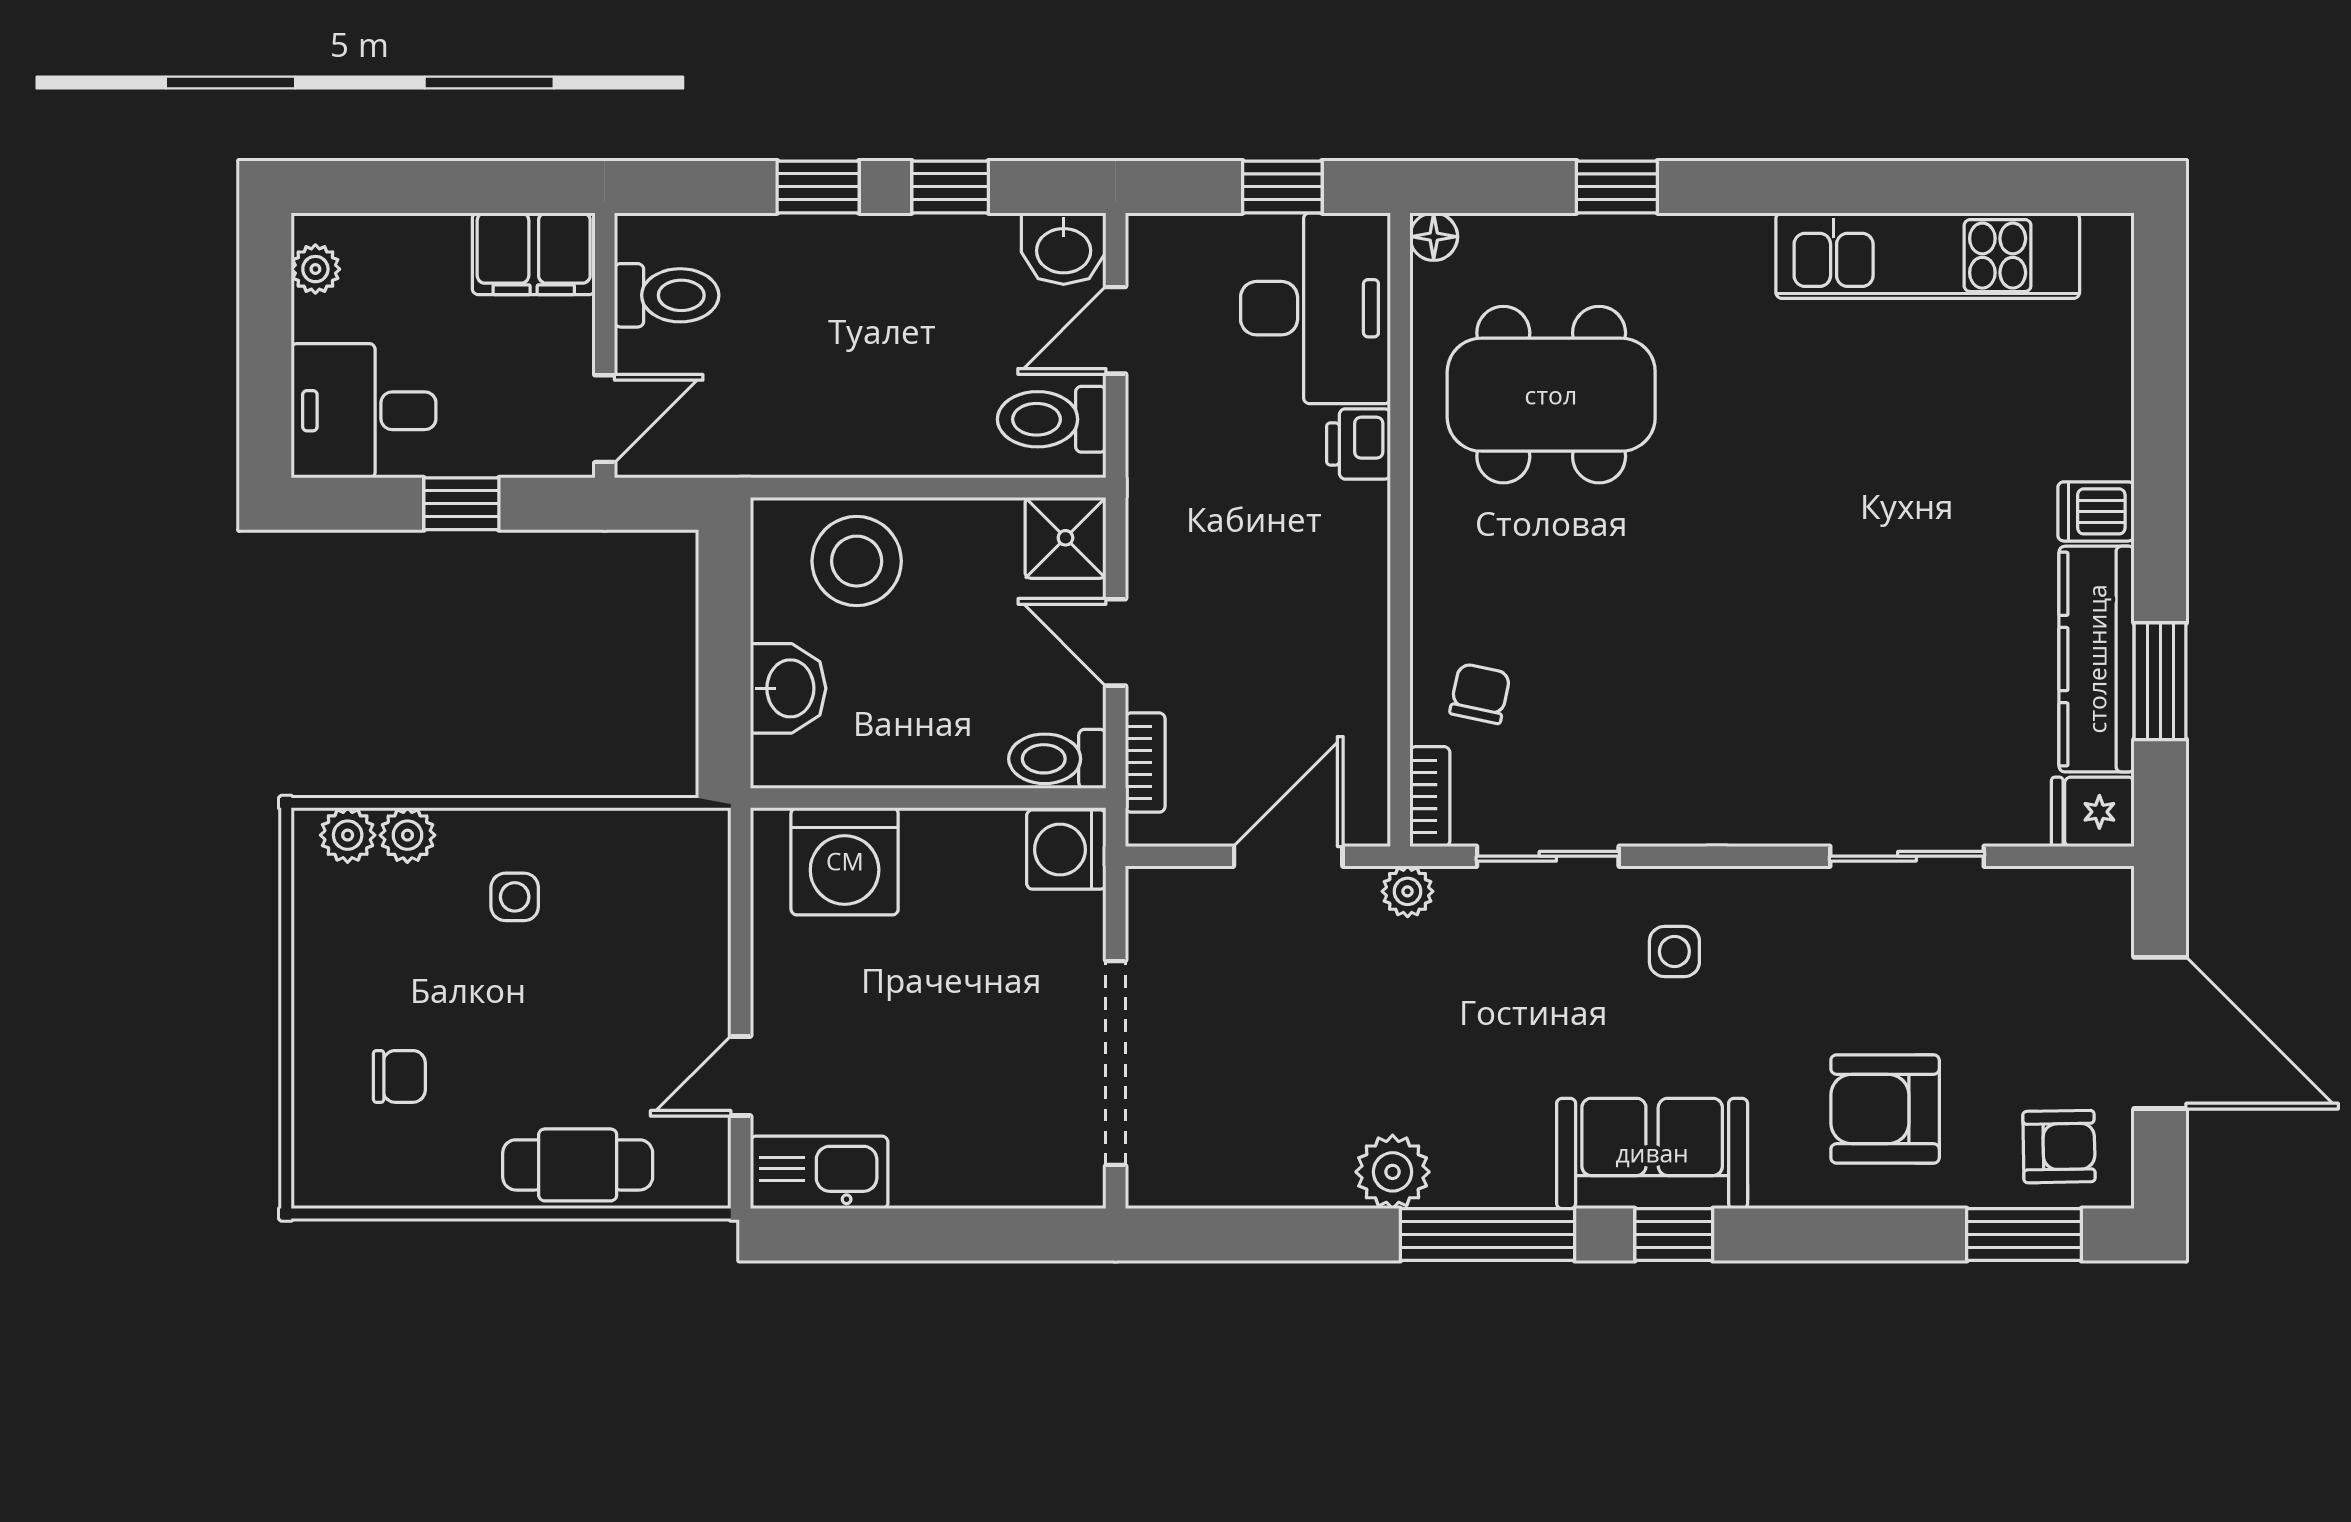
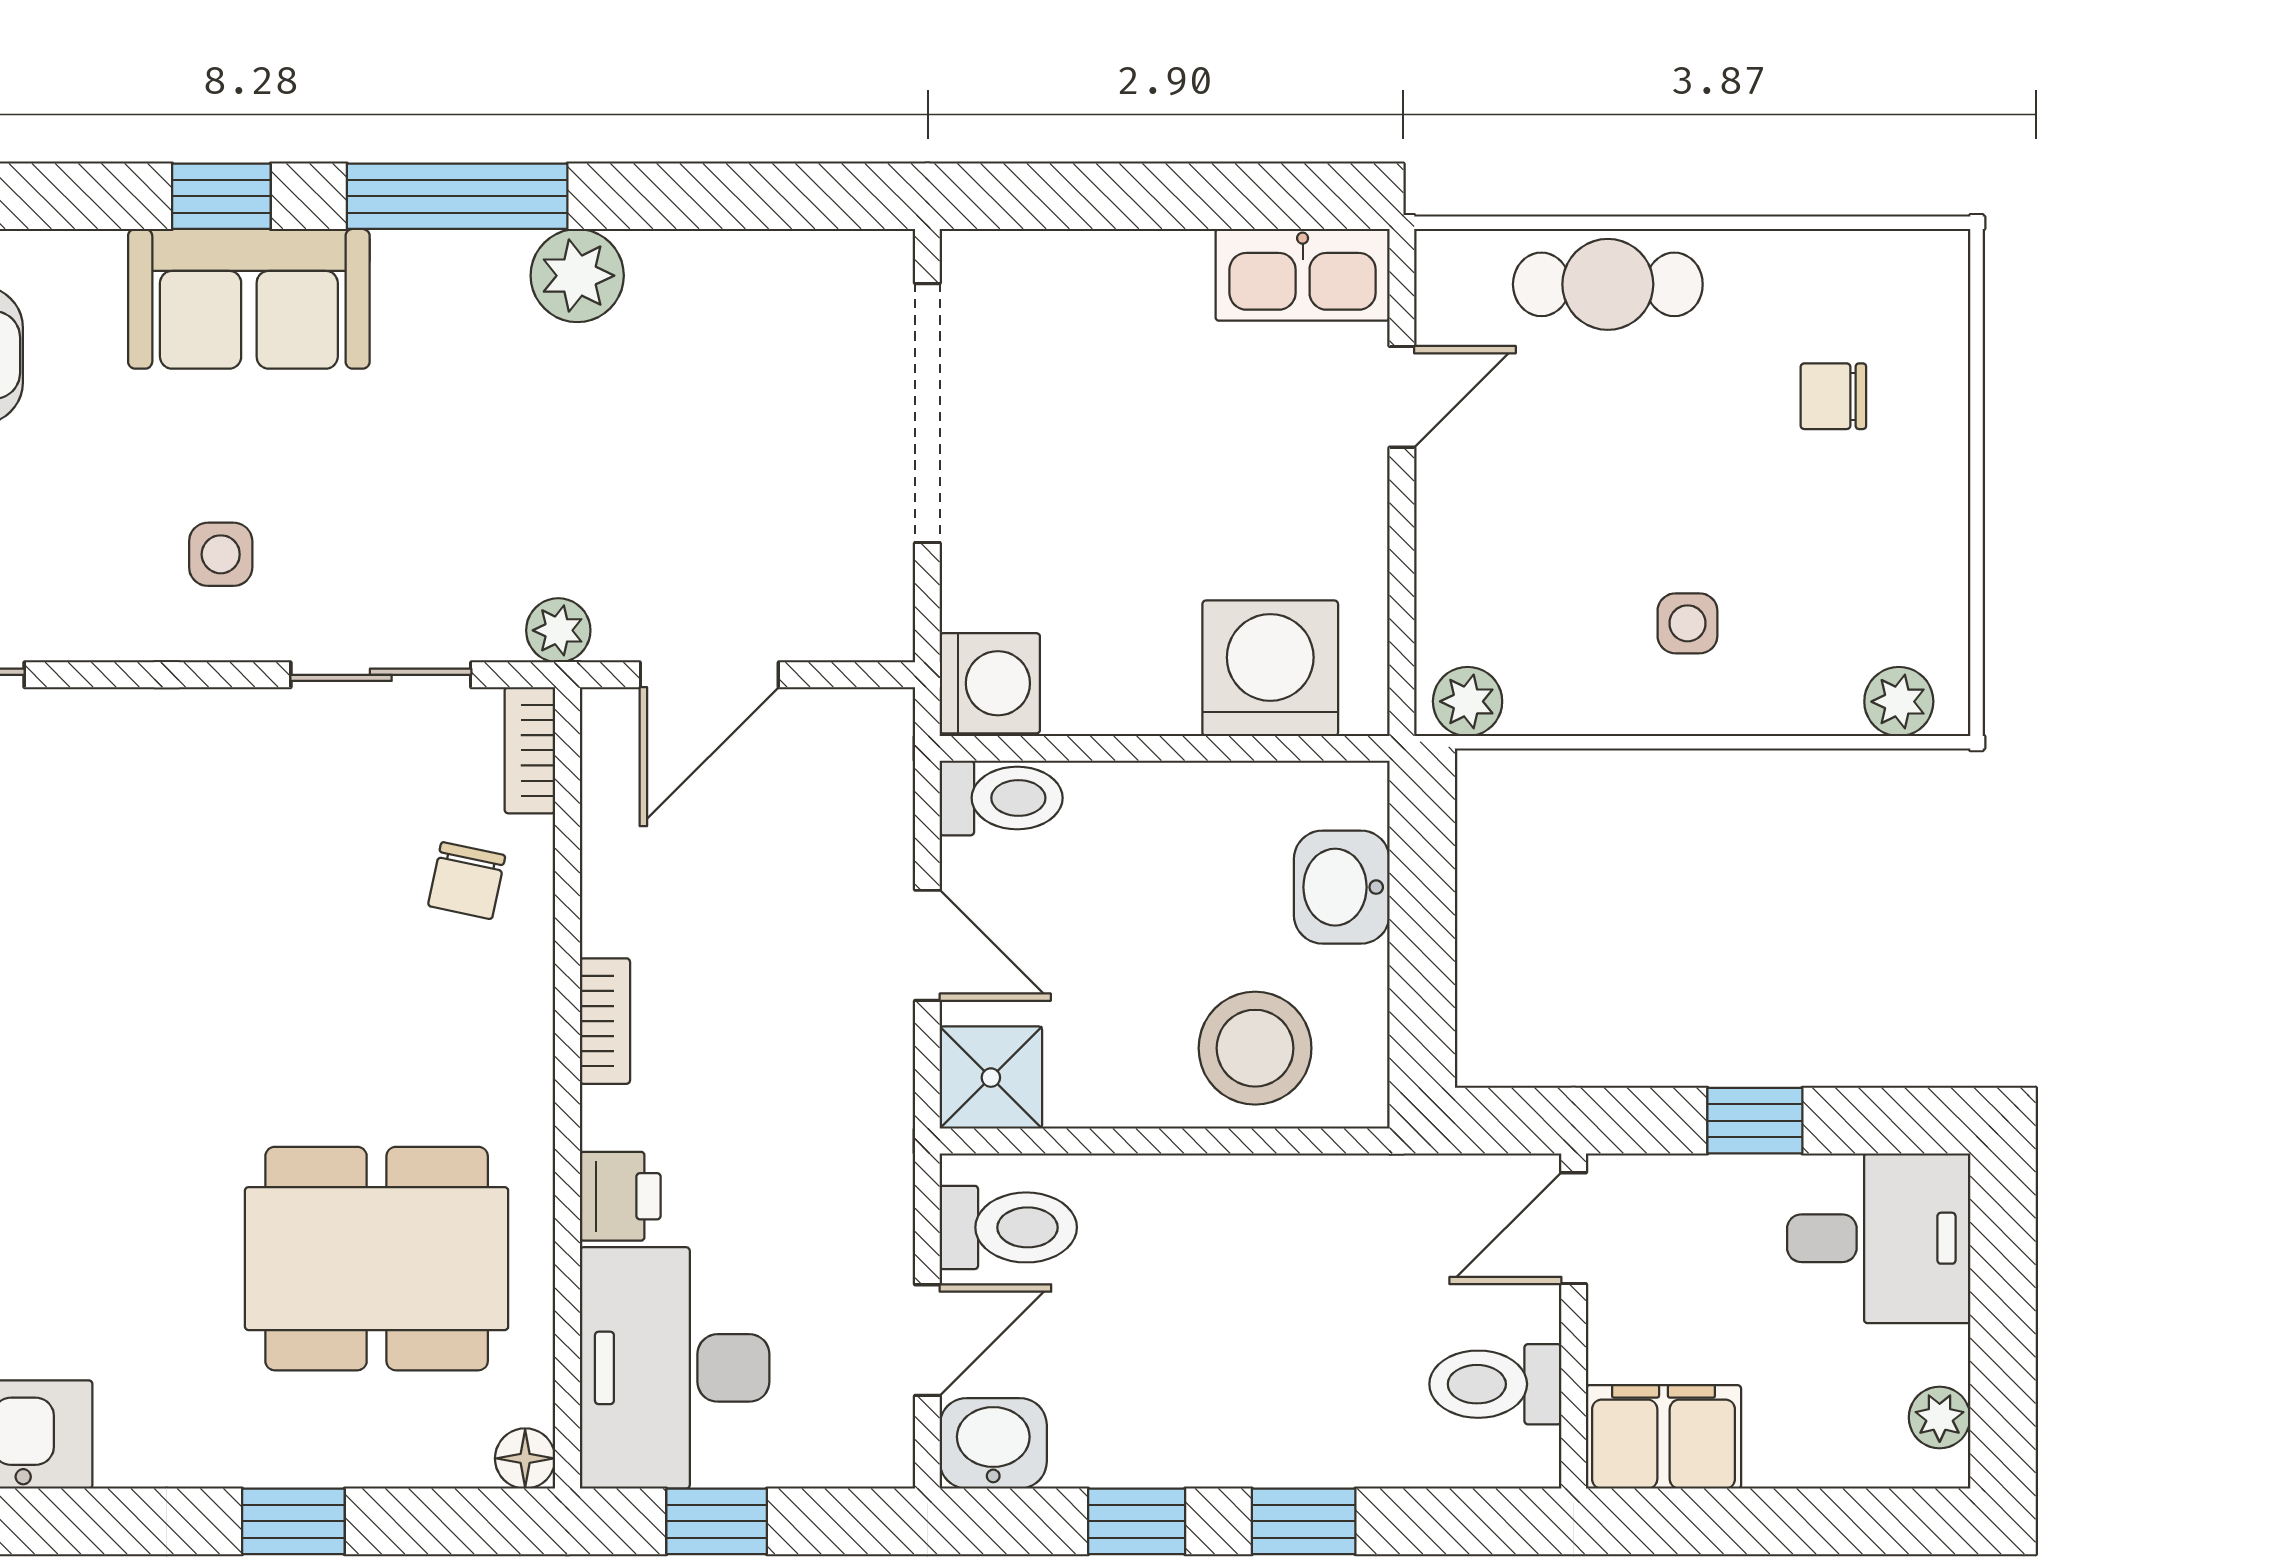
bookcase: (1145, 763) -> (605, 1021), moved, turned 180
plant: (407, 835) -> (1468, 701), moved

